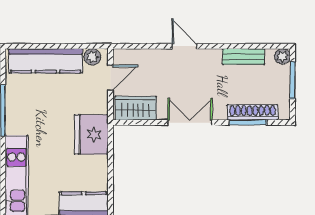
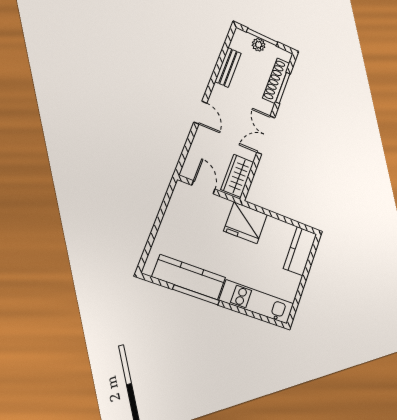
door: (184, 46) -> (200, 113), swing flipped
plant: (282, 56) -> (259, 45), moved
plant: (92, 57) -> (179, 196), removed
kitchen counter: (46, 61) -> (189, 277), moved, turned -90

